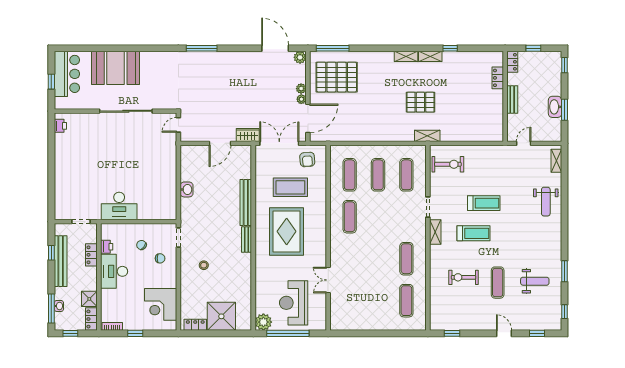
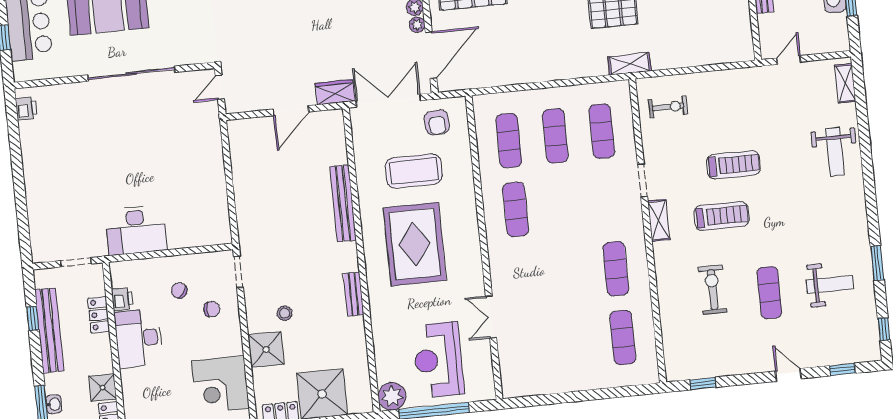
exercise bike: (448, 164) -> (668, 107), width x0.73, depth x0.72
washbasin: (187, 189) -> (244, 192), removed
bench: (247, 239) -> (354, 294), moved
exercise bike: (464, 277) -> (713, 290), turned 90
shower: (190, 286) -> (266, 349), added

